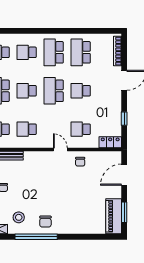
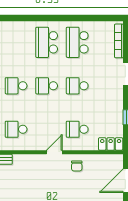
school desk: (27, 52) -> (16, 42), removed
school desk: (54, 91) -> (47, 86), width x0.54
door: (60, 150) -> (54, 152), hinge flipped

